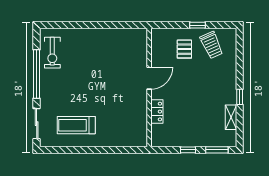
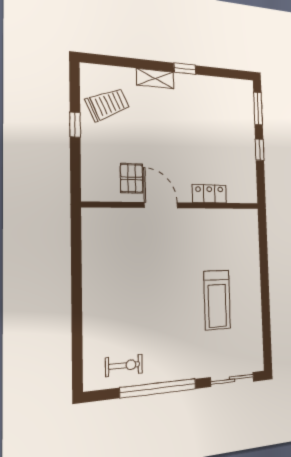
pallet: (184, 49) -> (132, 178), moved, turned 90
exercise bike: (52, 53) -> (124, 365), width x0.73, depth x0.72
shelving: (231, 117) -> (155, 78), moved
treadmill: (76, 125) -> (217, 300), moved

